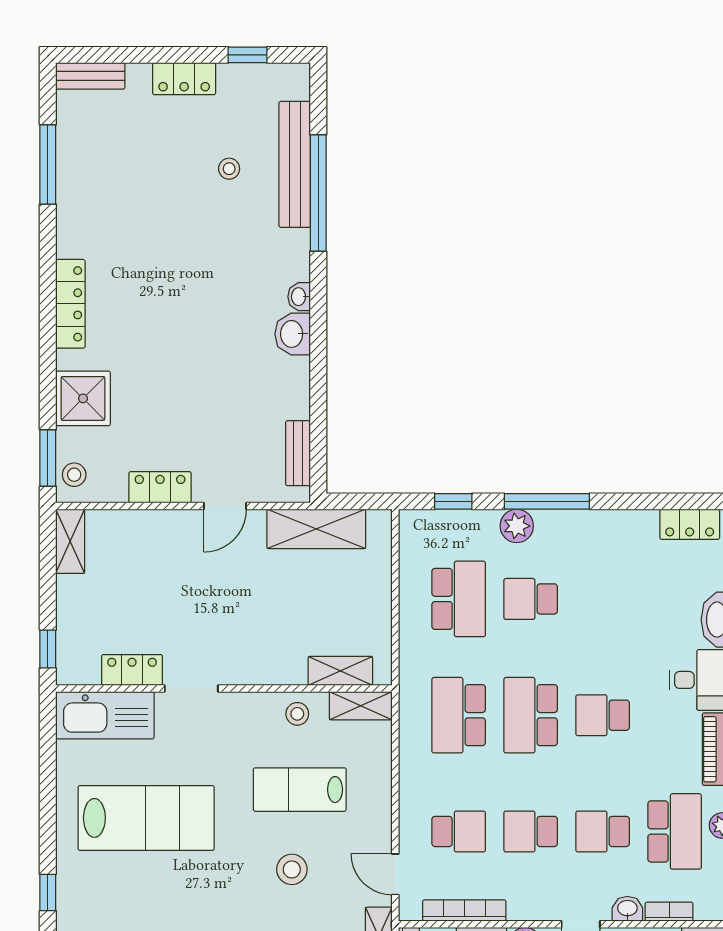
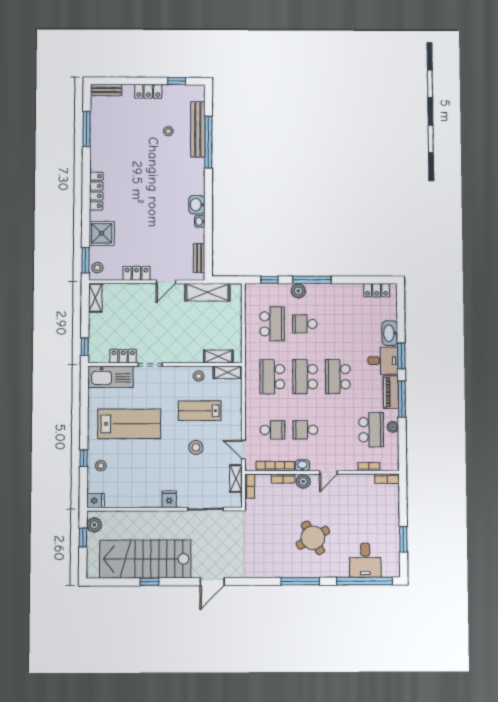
washbasin: (299, 297) -> (200, 221), moved
school desk: (603, 715) -> (338, 377), width x1.85
school desk: (603, 831) -> (338, 430), removed
stool: (85, 909) -> (101, 466), added
washbasin: (627, 909) -> (302, 465), moved

